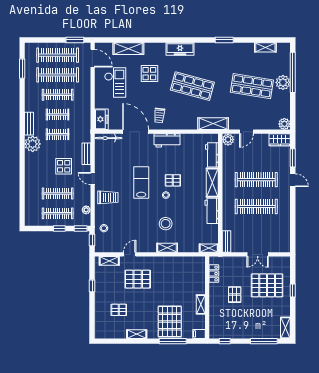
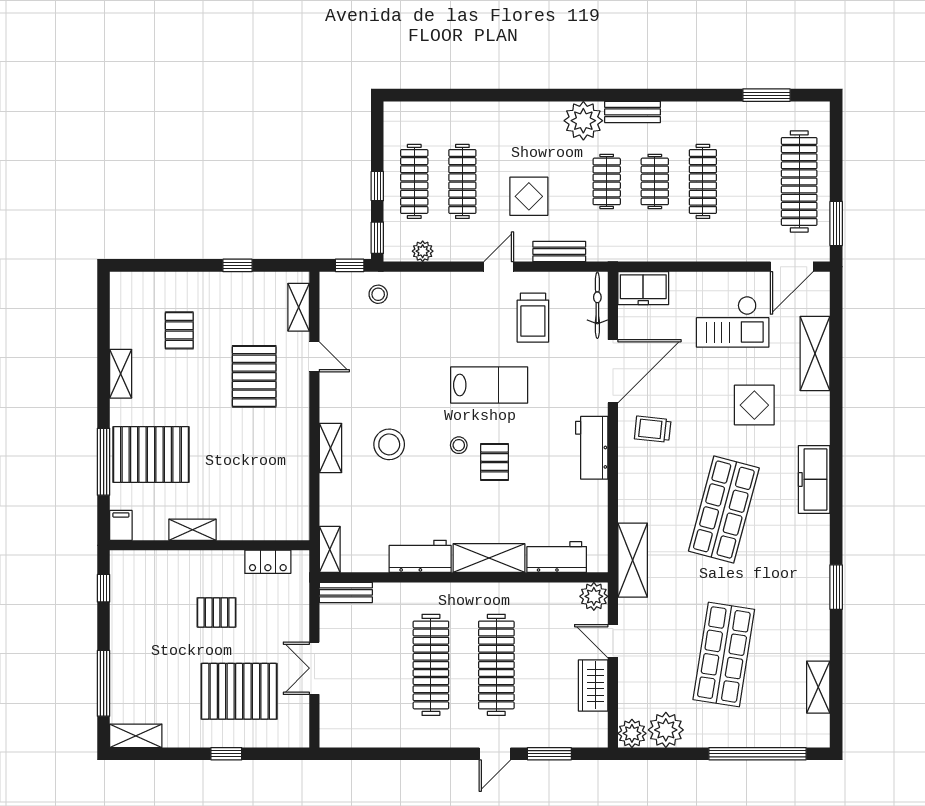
clothes rail: (58, 75) -> (751, 181), removed
plant: (283, 82) -> (666, 730), moved
wardrobe: (280, 140) -> (593, 685), moved
trolley: (108, 197) -> (533, 318), moved
pallet: (267, 285) -> (239, 691), turned 90

